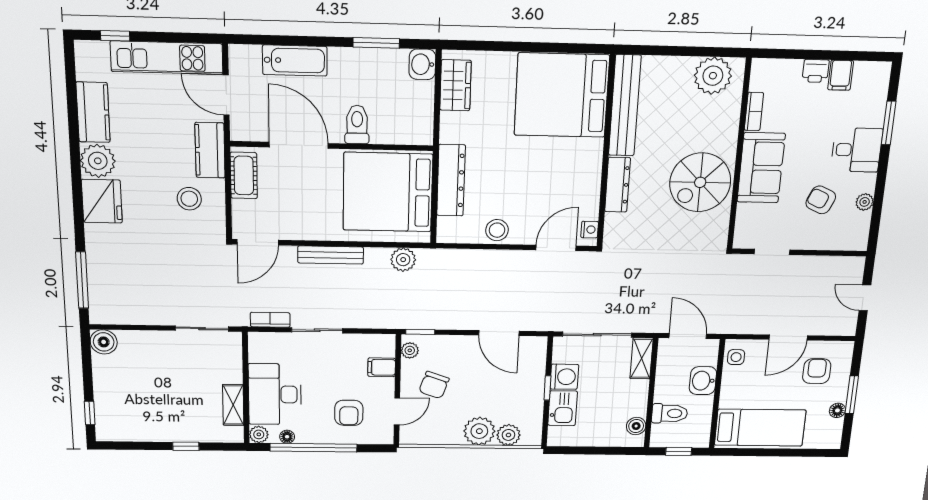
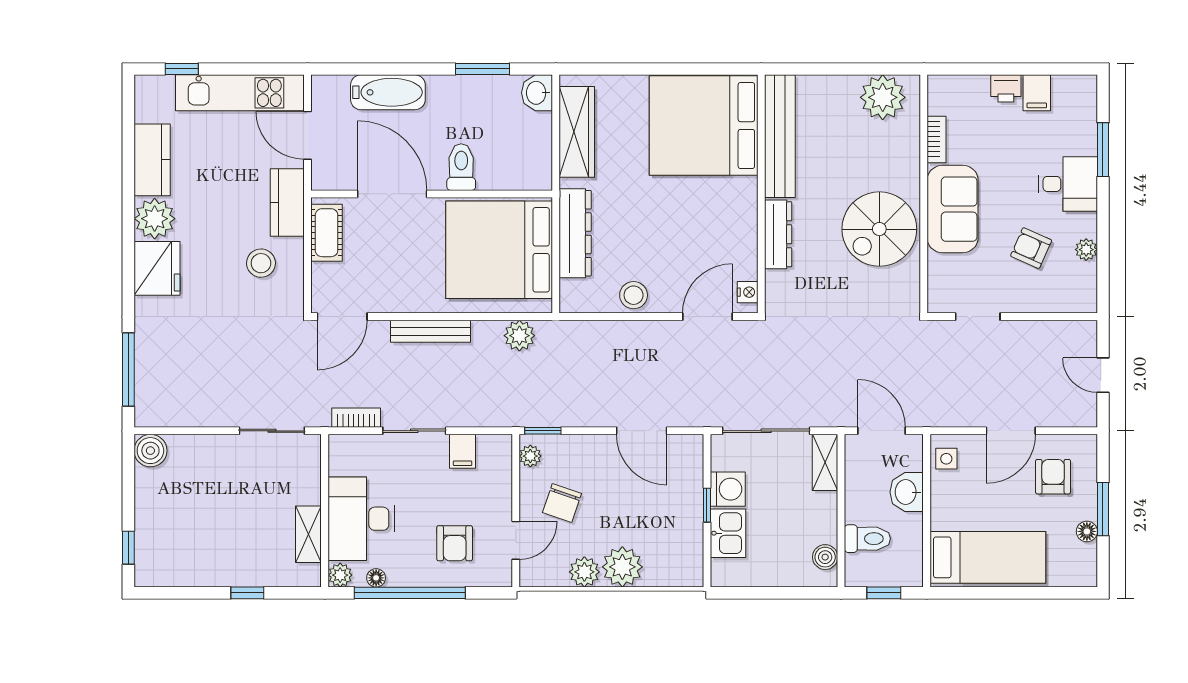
wardrobe: (456, 85) -> (577, 132), width x1.50
filing cabinet: (382, 367) -> (463, 451), moved, turned -90
plant: (508, 435) -> (584, 572), moved

